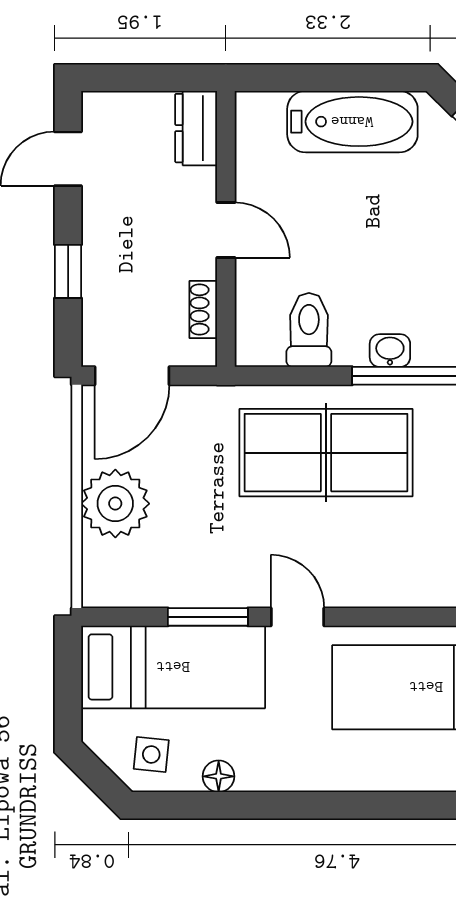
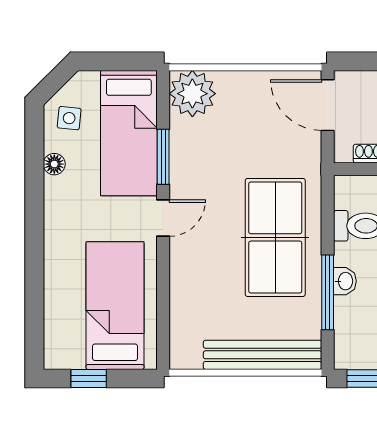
plant: (115, 504) -> (192, 94), moved

